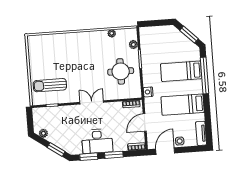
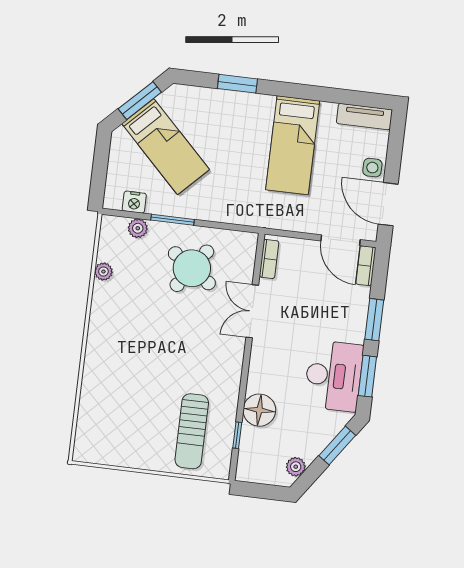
round table: (121, 71) -> (192, 268), turned 35
bed: (181, 71) -> (166, 147), moved, turned -45
window: (205, 75) -> (237, 84), width x0.47
nightstand: (148, 92) -> (134, 202), moved
double door: (92, 102) -> (252, 311), moved
floor lamp: (65, 113) -> (259, 410), added
door: (145, 122) -> (340, 240), moved
desk: (97, 141) -> (334, 376), moved

